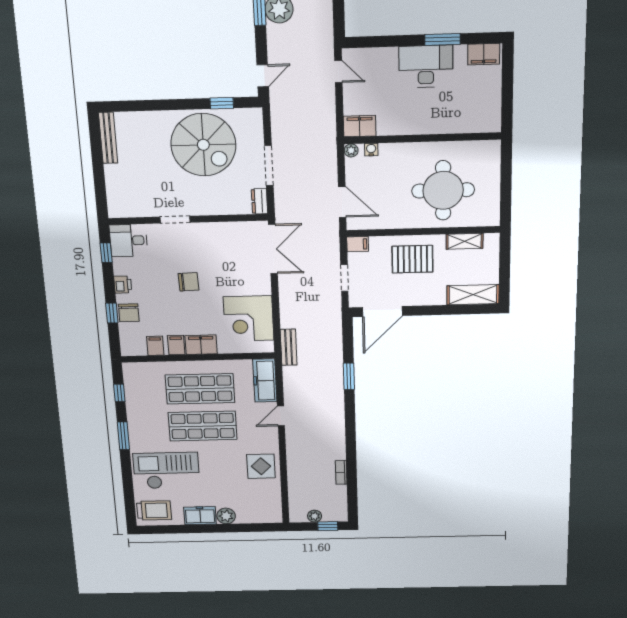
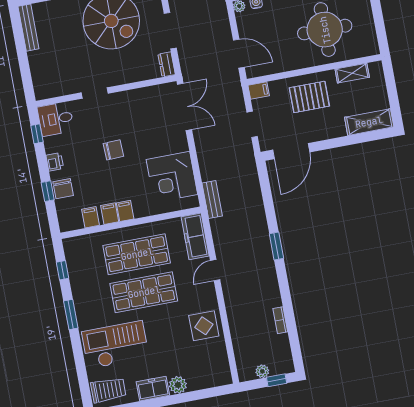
filing cabinet: (201, 345) -> (125, 211), width x0.50
window: (349, 376) -> (276, 246), moved

